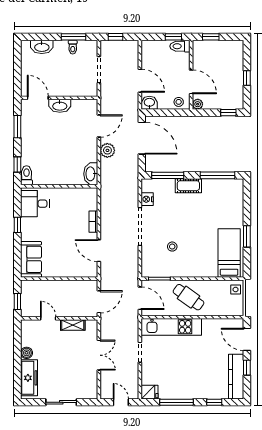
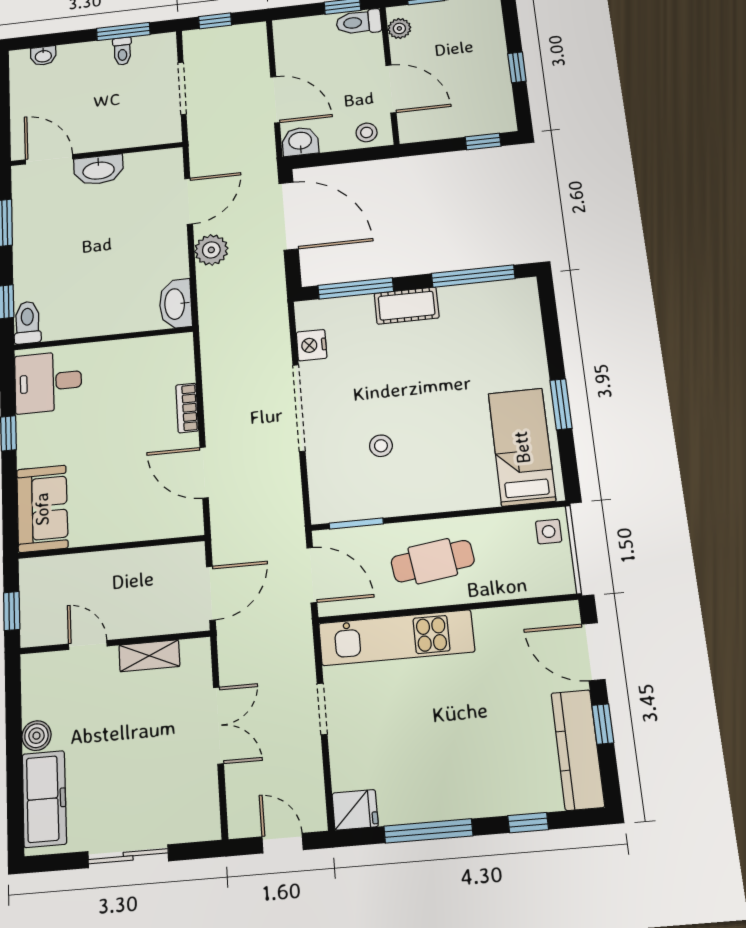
washbasin: (42, 47) -> (43, 56), width x0.52, depth x0.69
plant: (198, 104) -> (399, 28), moved
cafe table: (188, 297) -> (433, 561), turned -44

